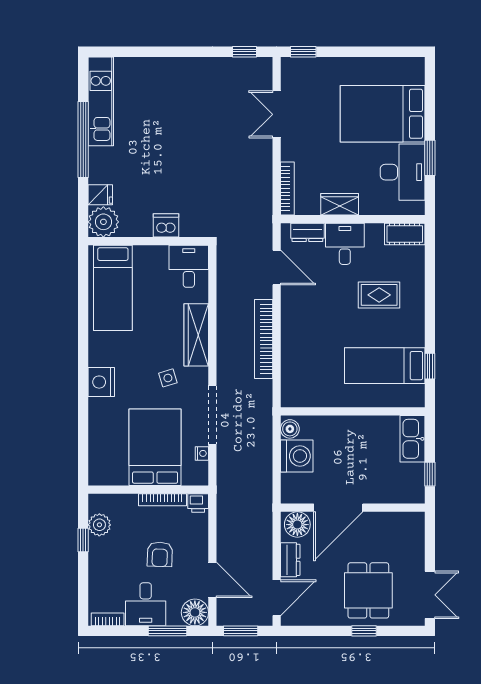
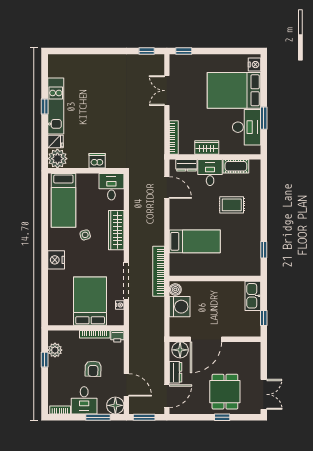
nightstand: (415, 73) -> (254, 65), added
kitchen unit: (101, 101) -> (56, 106), moved
window: (83, 140) -> (45, 107), width x0.32
cot: (405, 234) -> (236, 166), moved
bookcase: (264, 339) -> (159, 271), moved
bed: (385, 366) -> (195, 241), moved, turned 180
side table: (168, 378) -> (85, 235), moved

